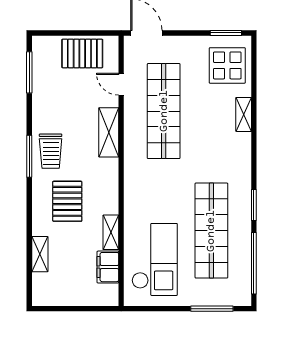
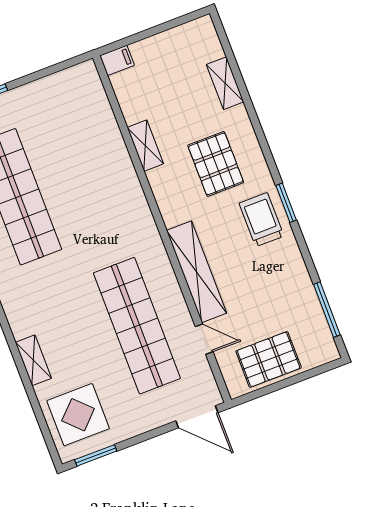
shelving: (109, 132) -> (197, 272), width x1.47
window: (29, 156) -> (286, 203), width x0.69
checkout: (155, 259) -> (76, 132), removed
filing cabinet: (108, 267) -> (117, 60), moved, width x0.50

